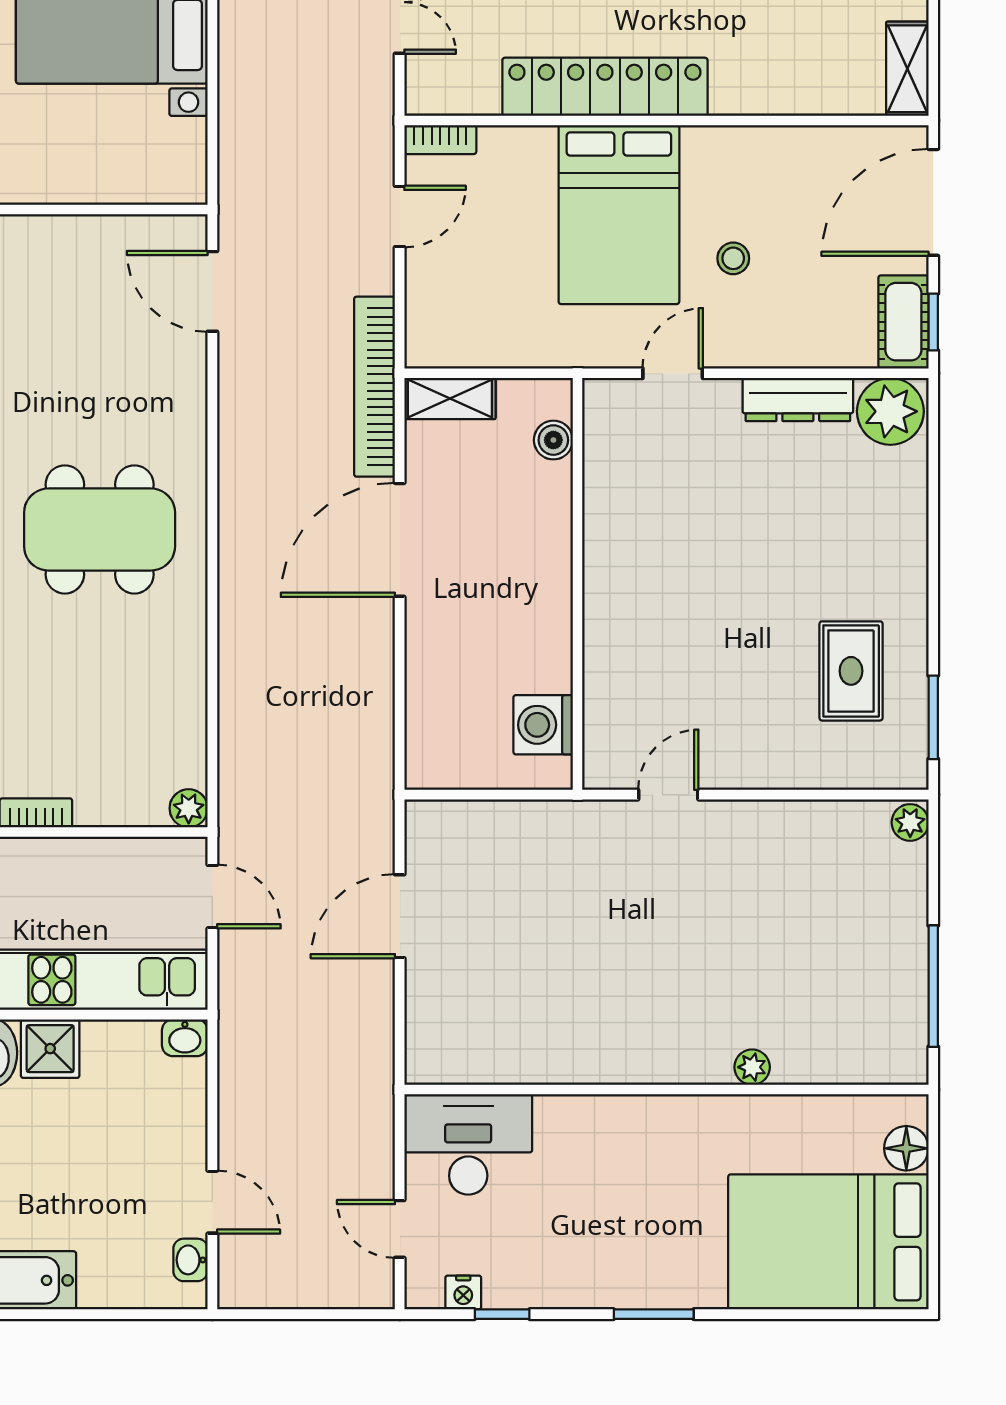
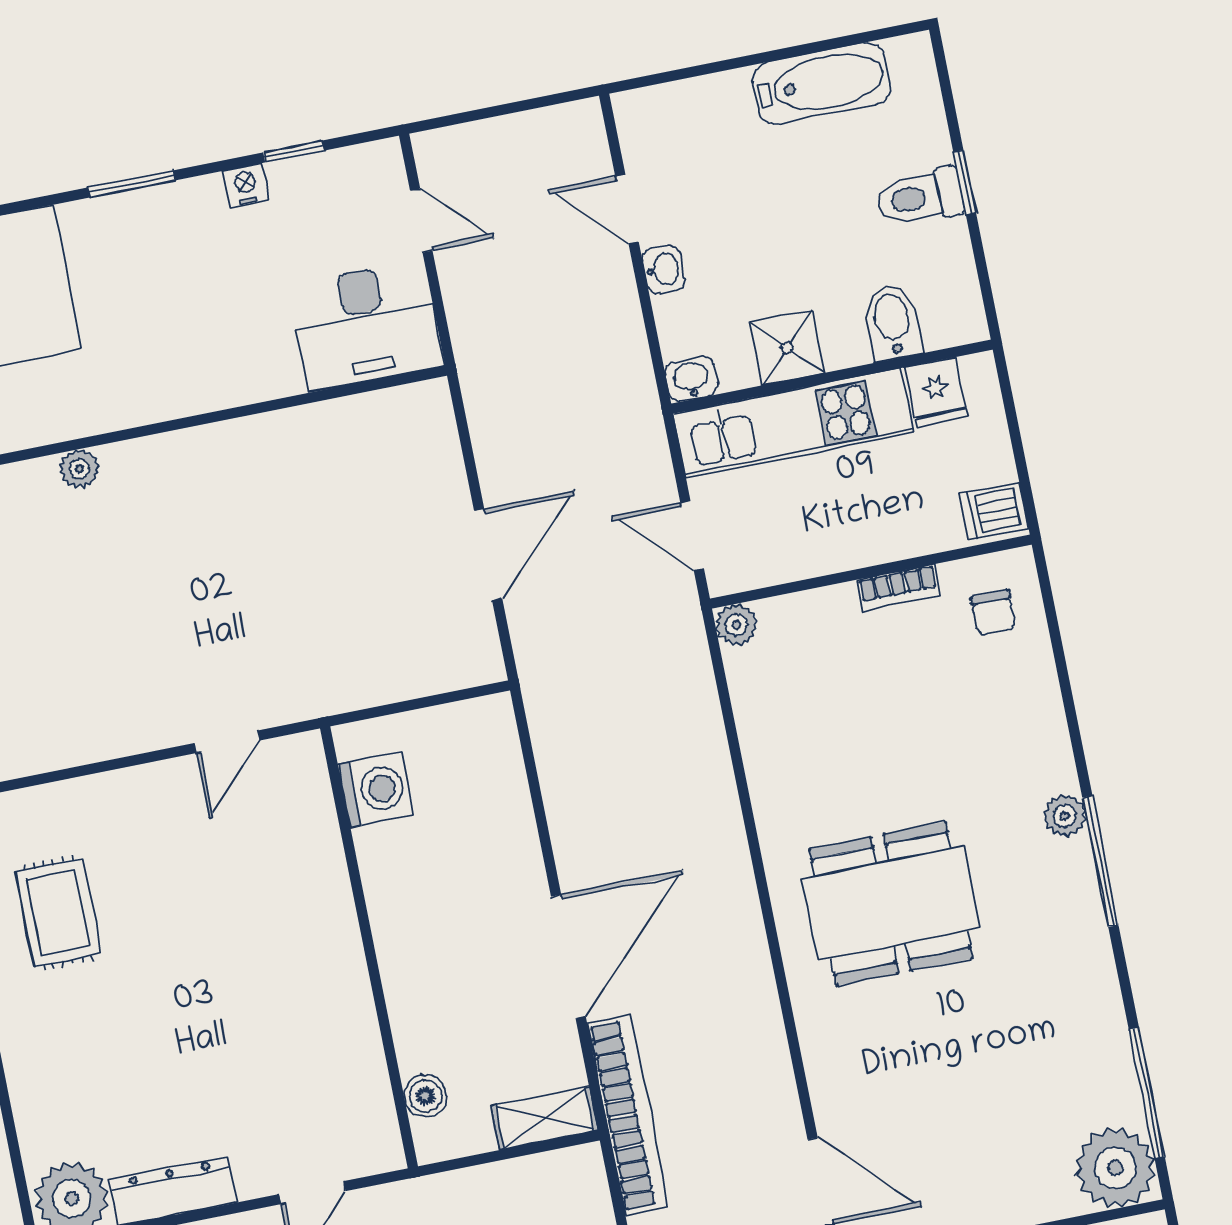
shower: (50, 1049) -> (787, 348), moved
washbasin: (190, 1260) -> (663, 270), moved
nightstand: (463, 1292) -> (246, 185), moved

